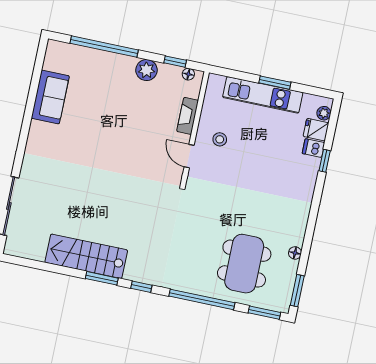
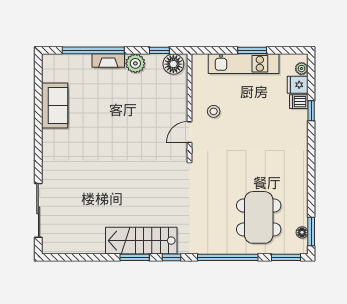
floor lamp: (188, 74) -> (173, 64), width x1.89, depth x1.89
fireplace: (188, 116) -> (108, 61), moved, turned -90
door: (189, 156) -> (189, 132), hinge flipped
floor lamp: (295, 253) -> (302, 232), moved
stairs: (86, 256) -> (141, 241), moved

